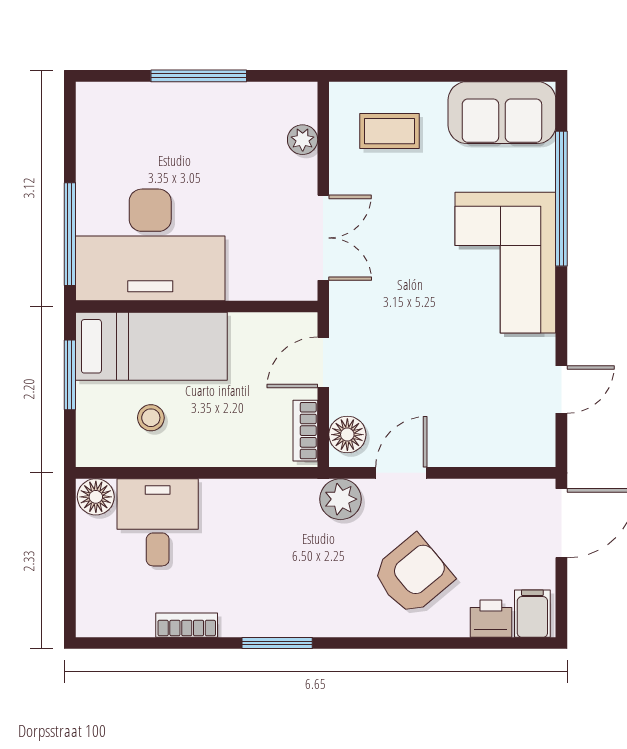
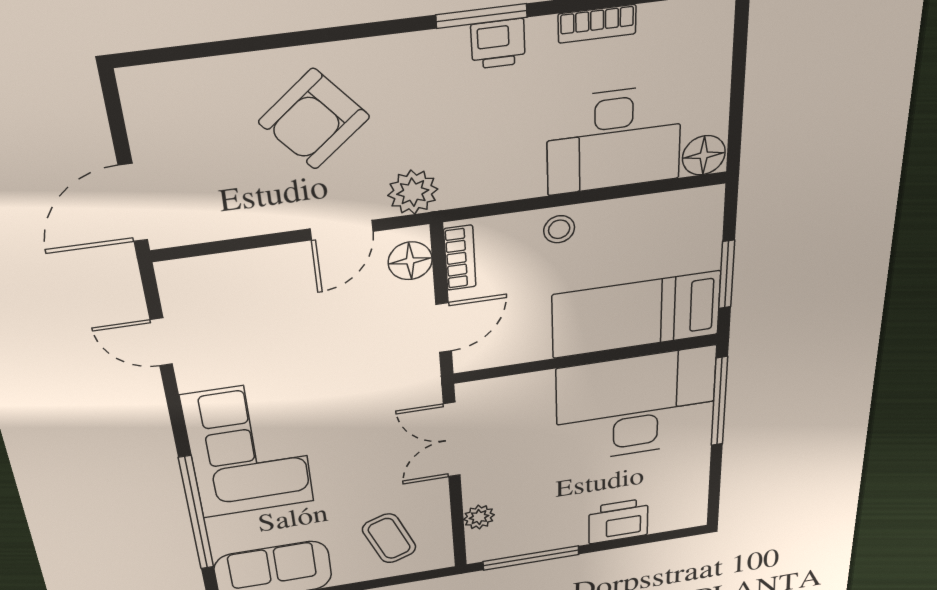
window: (199, 76) -> (531, 558), moved
printer: (166, 106) -> (618, 521), added
coffee table: (390, 131) -> (389, 538), turned 69
door: (561, 390) -> (161, 342), hinge flipped
stool: (151, 418) -> (559, 229), moved
desk: (158, 522) -> (614, 140), width x1.37
filing cabinet: (532, 614) -> (151, 93), removed
printer: (491, 619) -> (498, 44), moved

